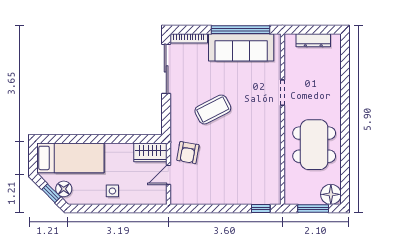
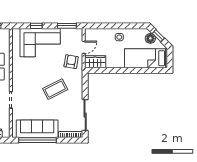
corner sofa: (237, 182) -> (40, 43), added
window: (194, 209) -> (67, 26), added
window: (261, 209) -> (36, 26), moved

